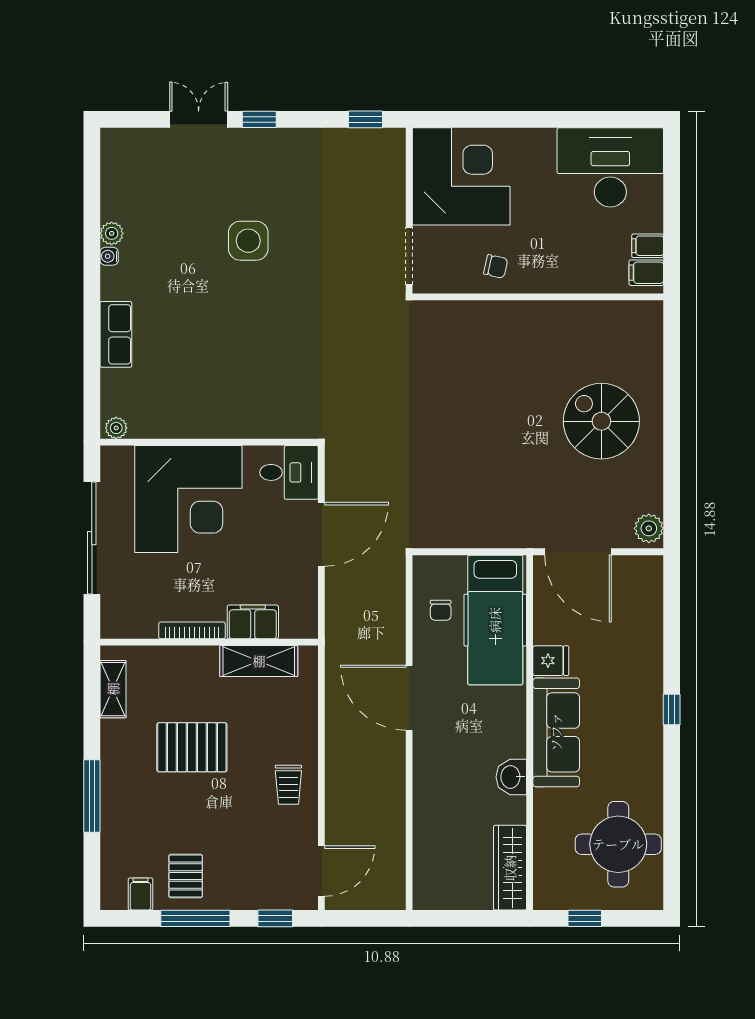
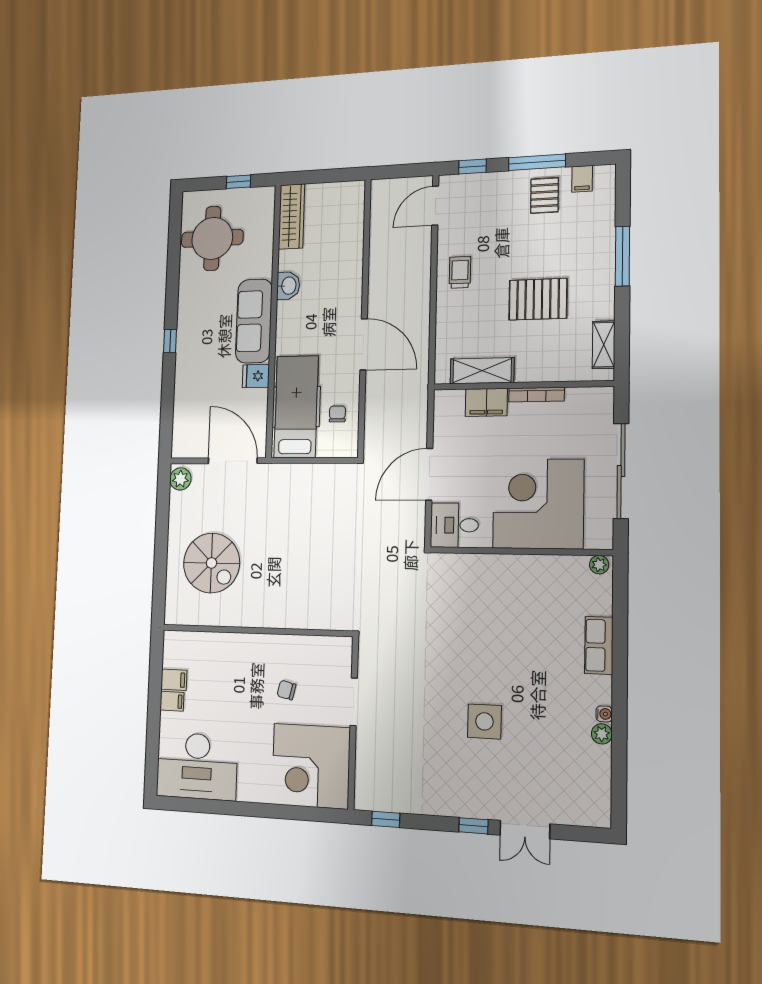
wall: (538, 297) -> (256, 631), moved

